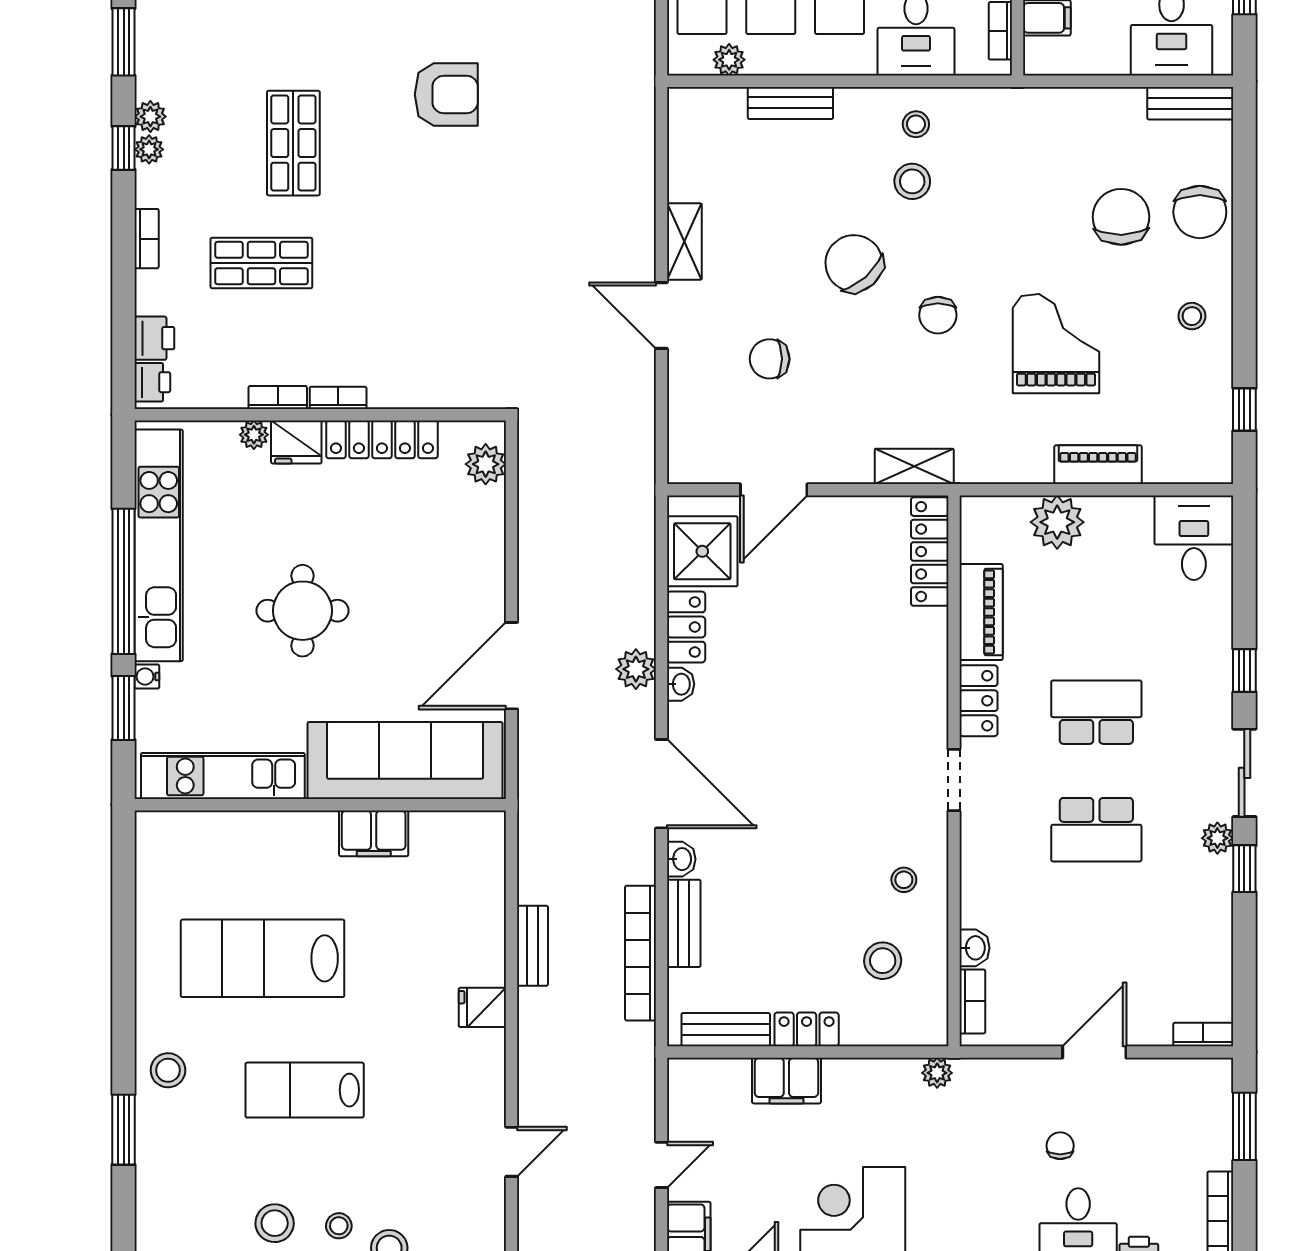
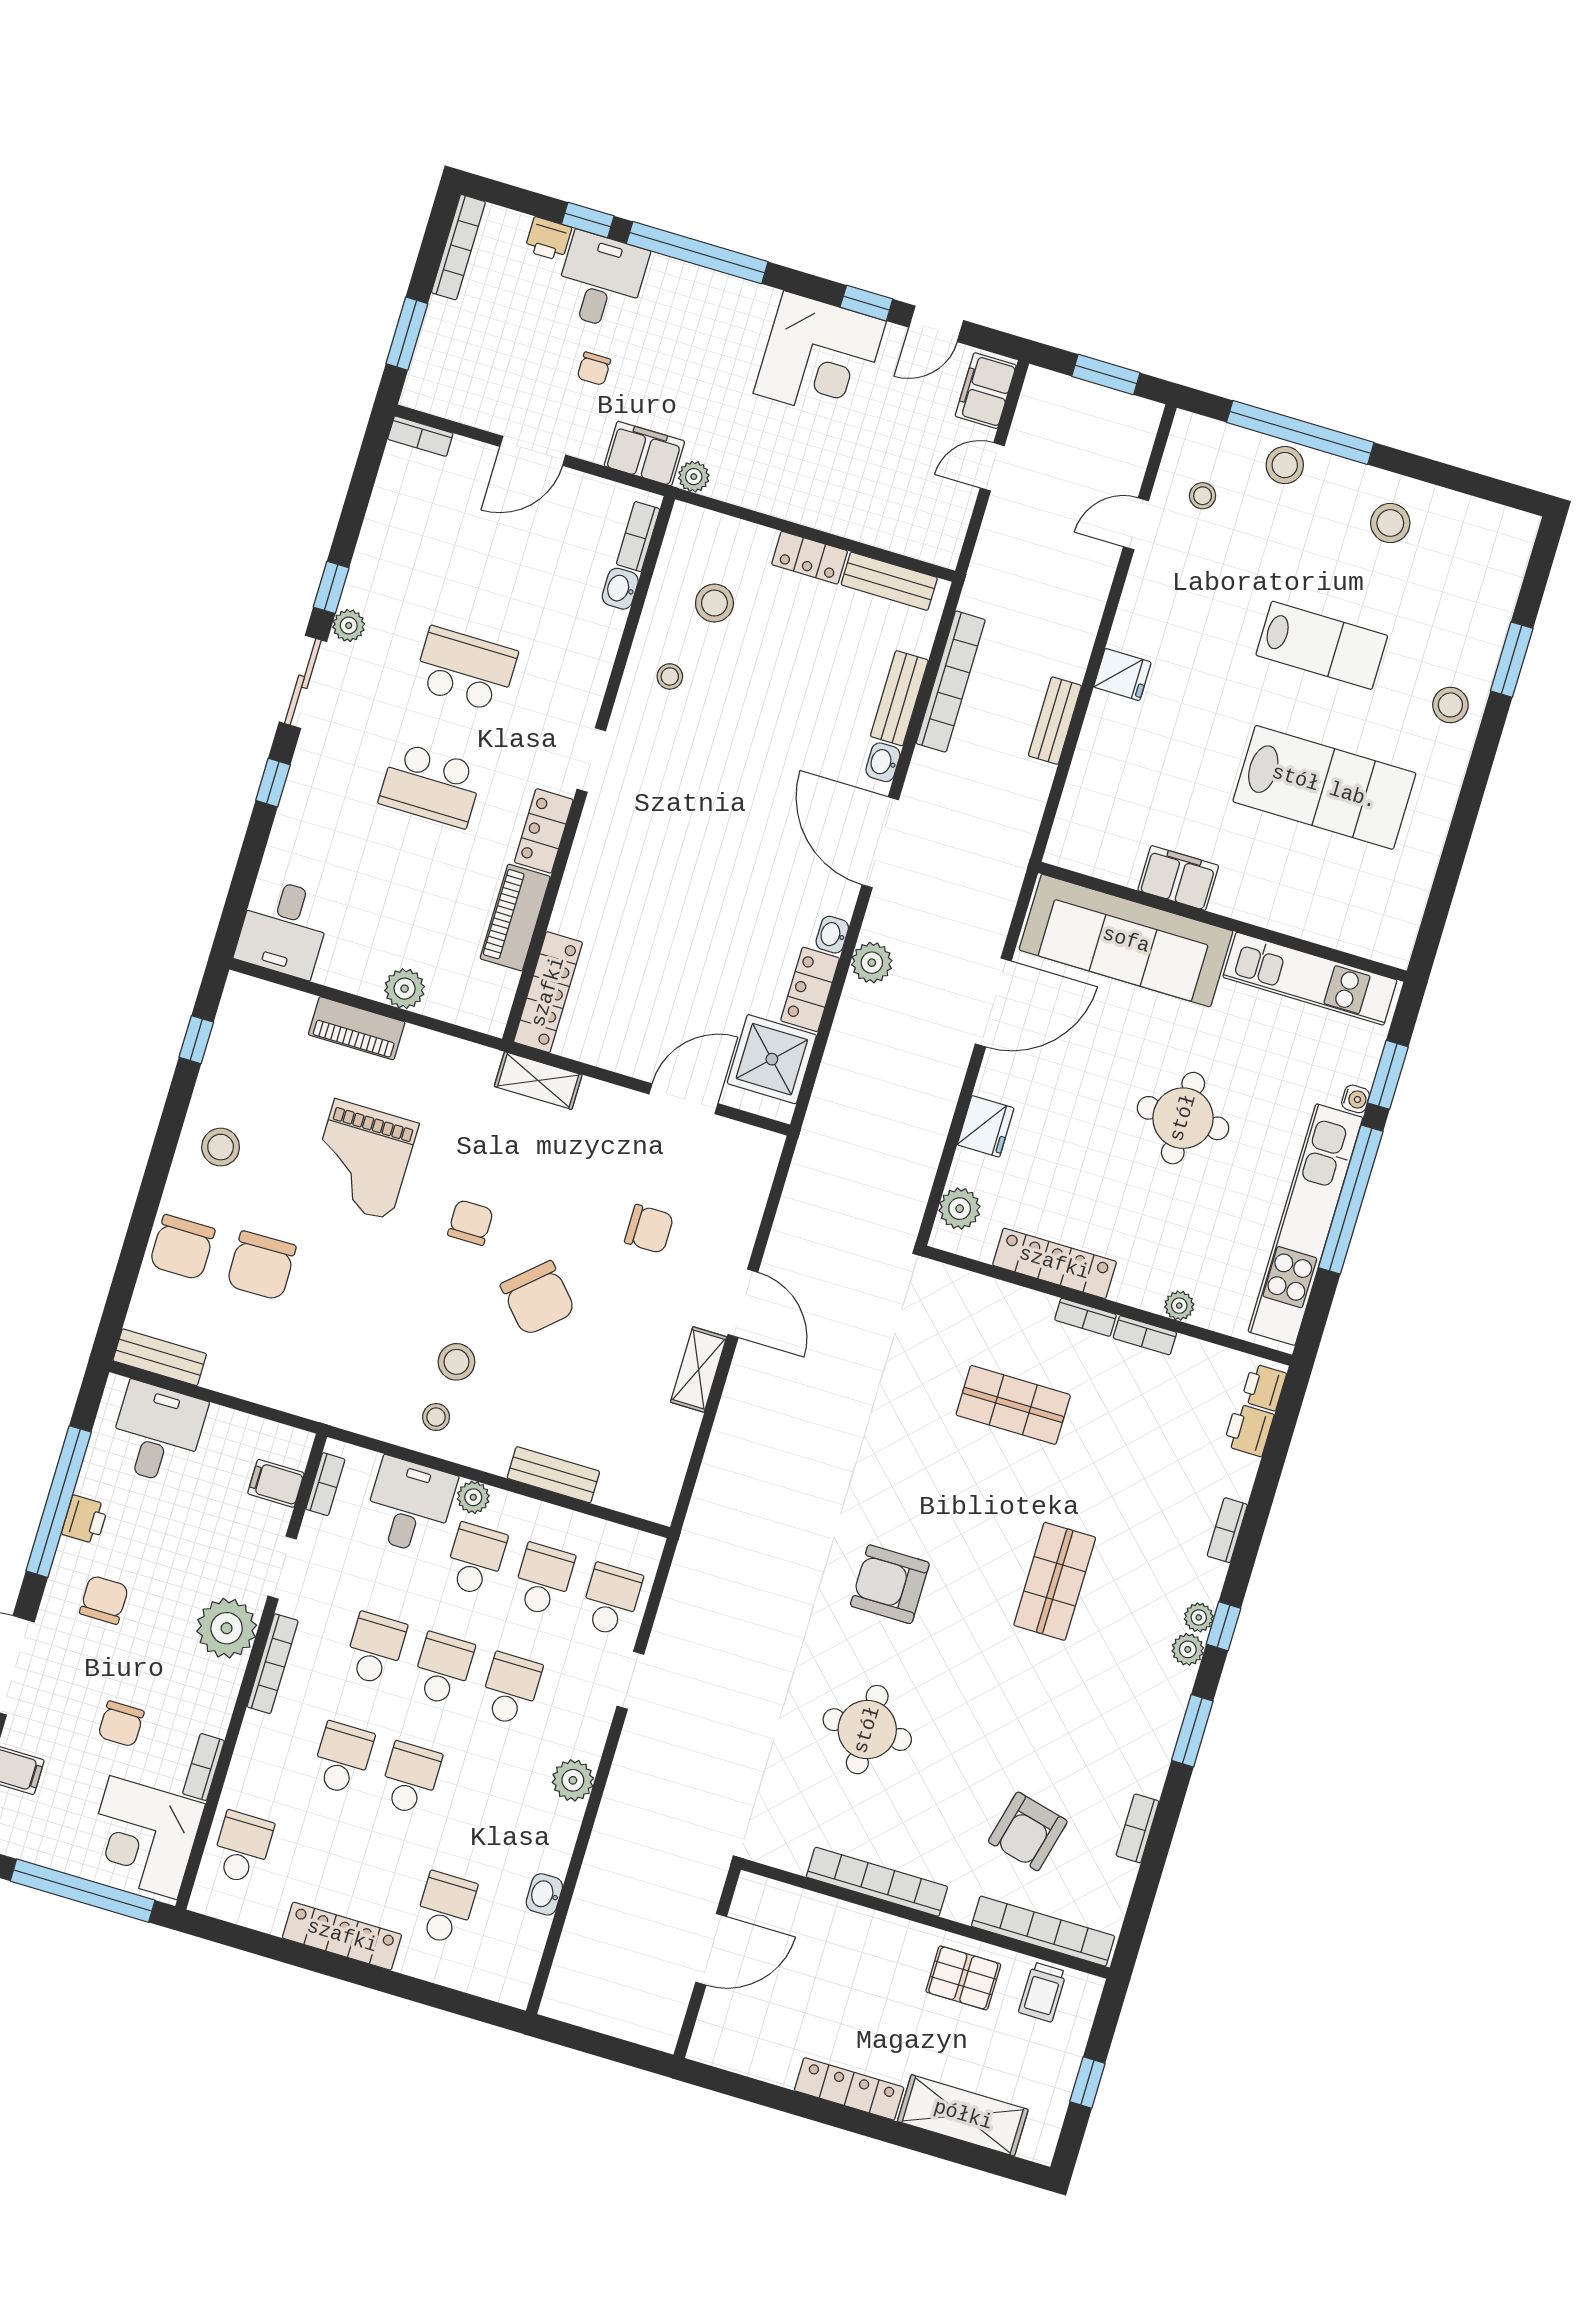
plant: (729, 60) -> (473, 1497), moved
chair: (1200, 212) -> (182, 1247), turned 180
shop shelf: (261, 263) -> (1013, 1405), moved
stool: (1192, 316) -> (221, 1147), width x1.37, depth x1.37
fridge: (296, 442) -> (986, 1126), moved, turned 90
plant: (1057, 522) -> (405, 989), width x0.73, depth x0.73
filing cabinet: (786, 1081) -> (644, 454), moved
stool: (339, 1226) -> (1203, 496), moved

